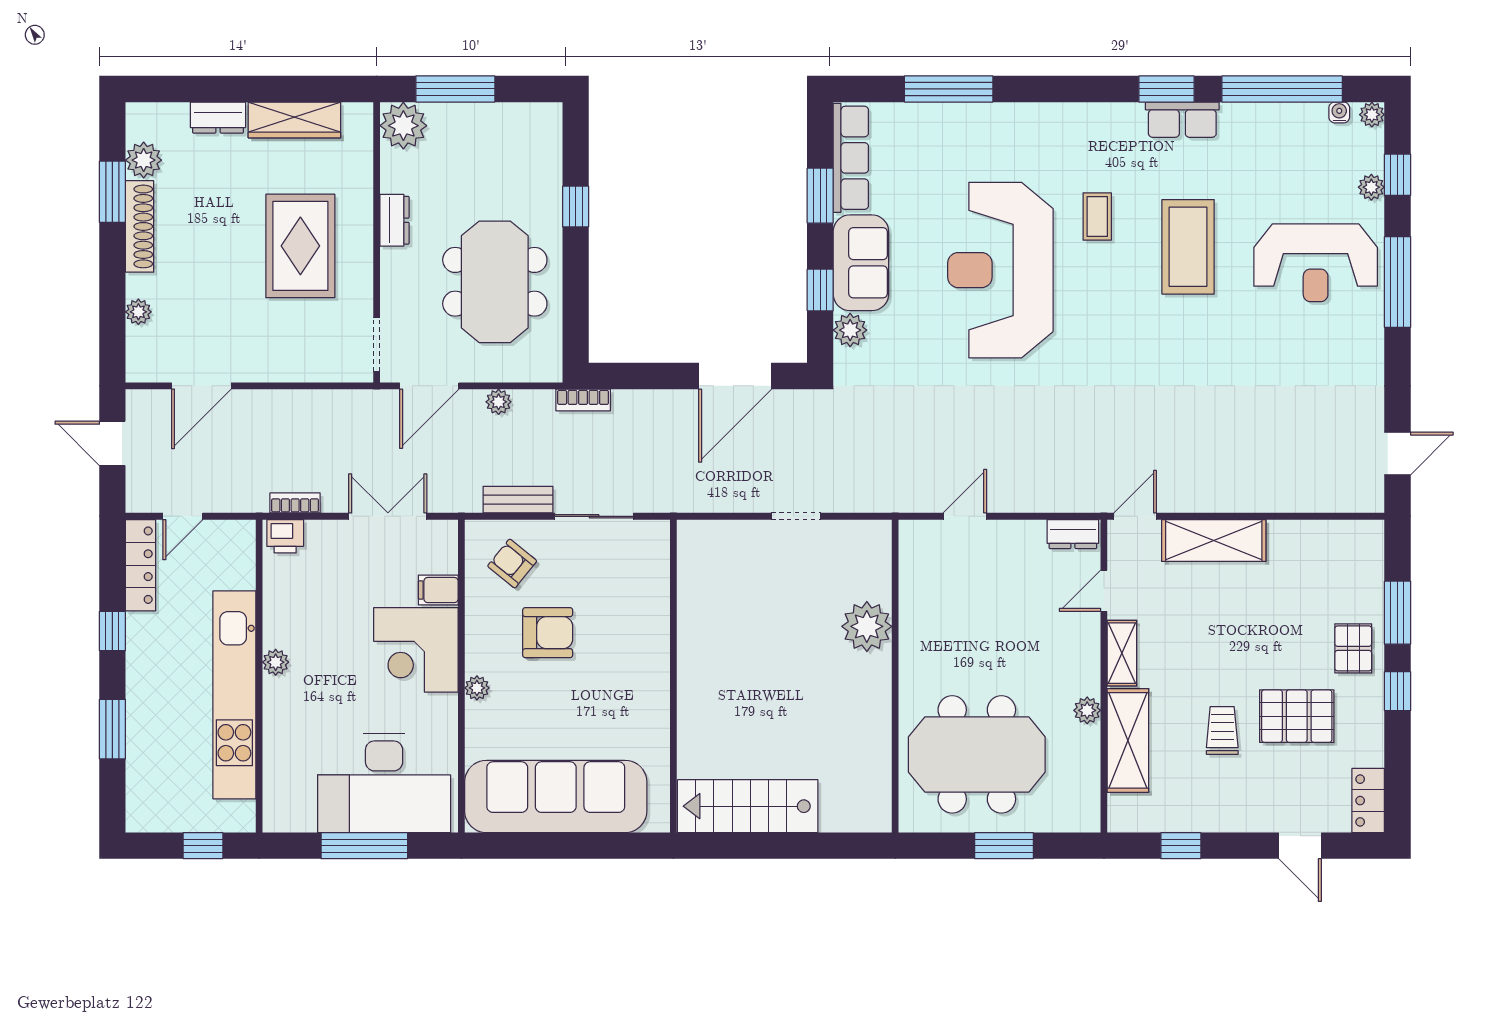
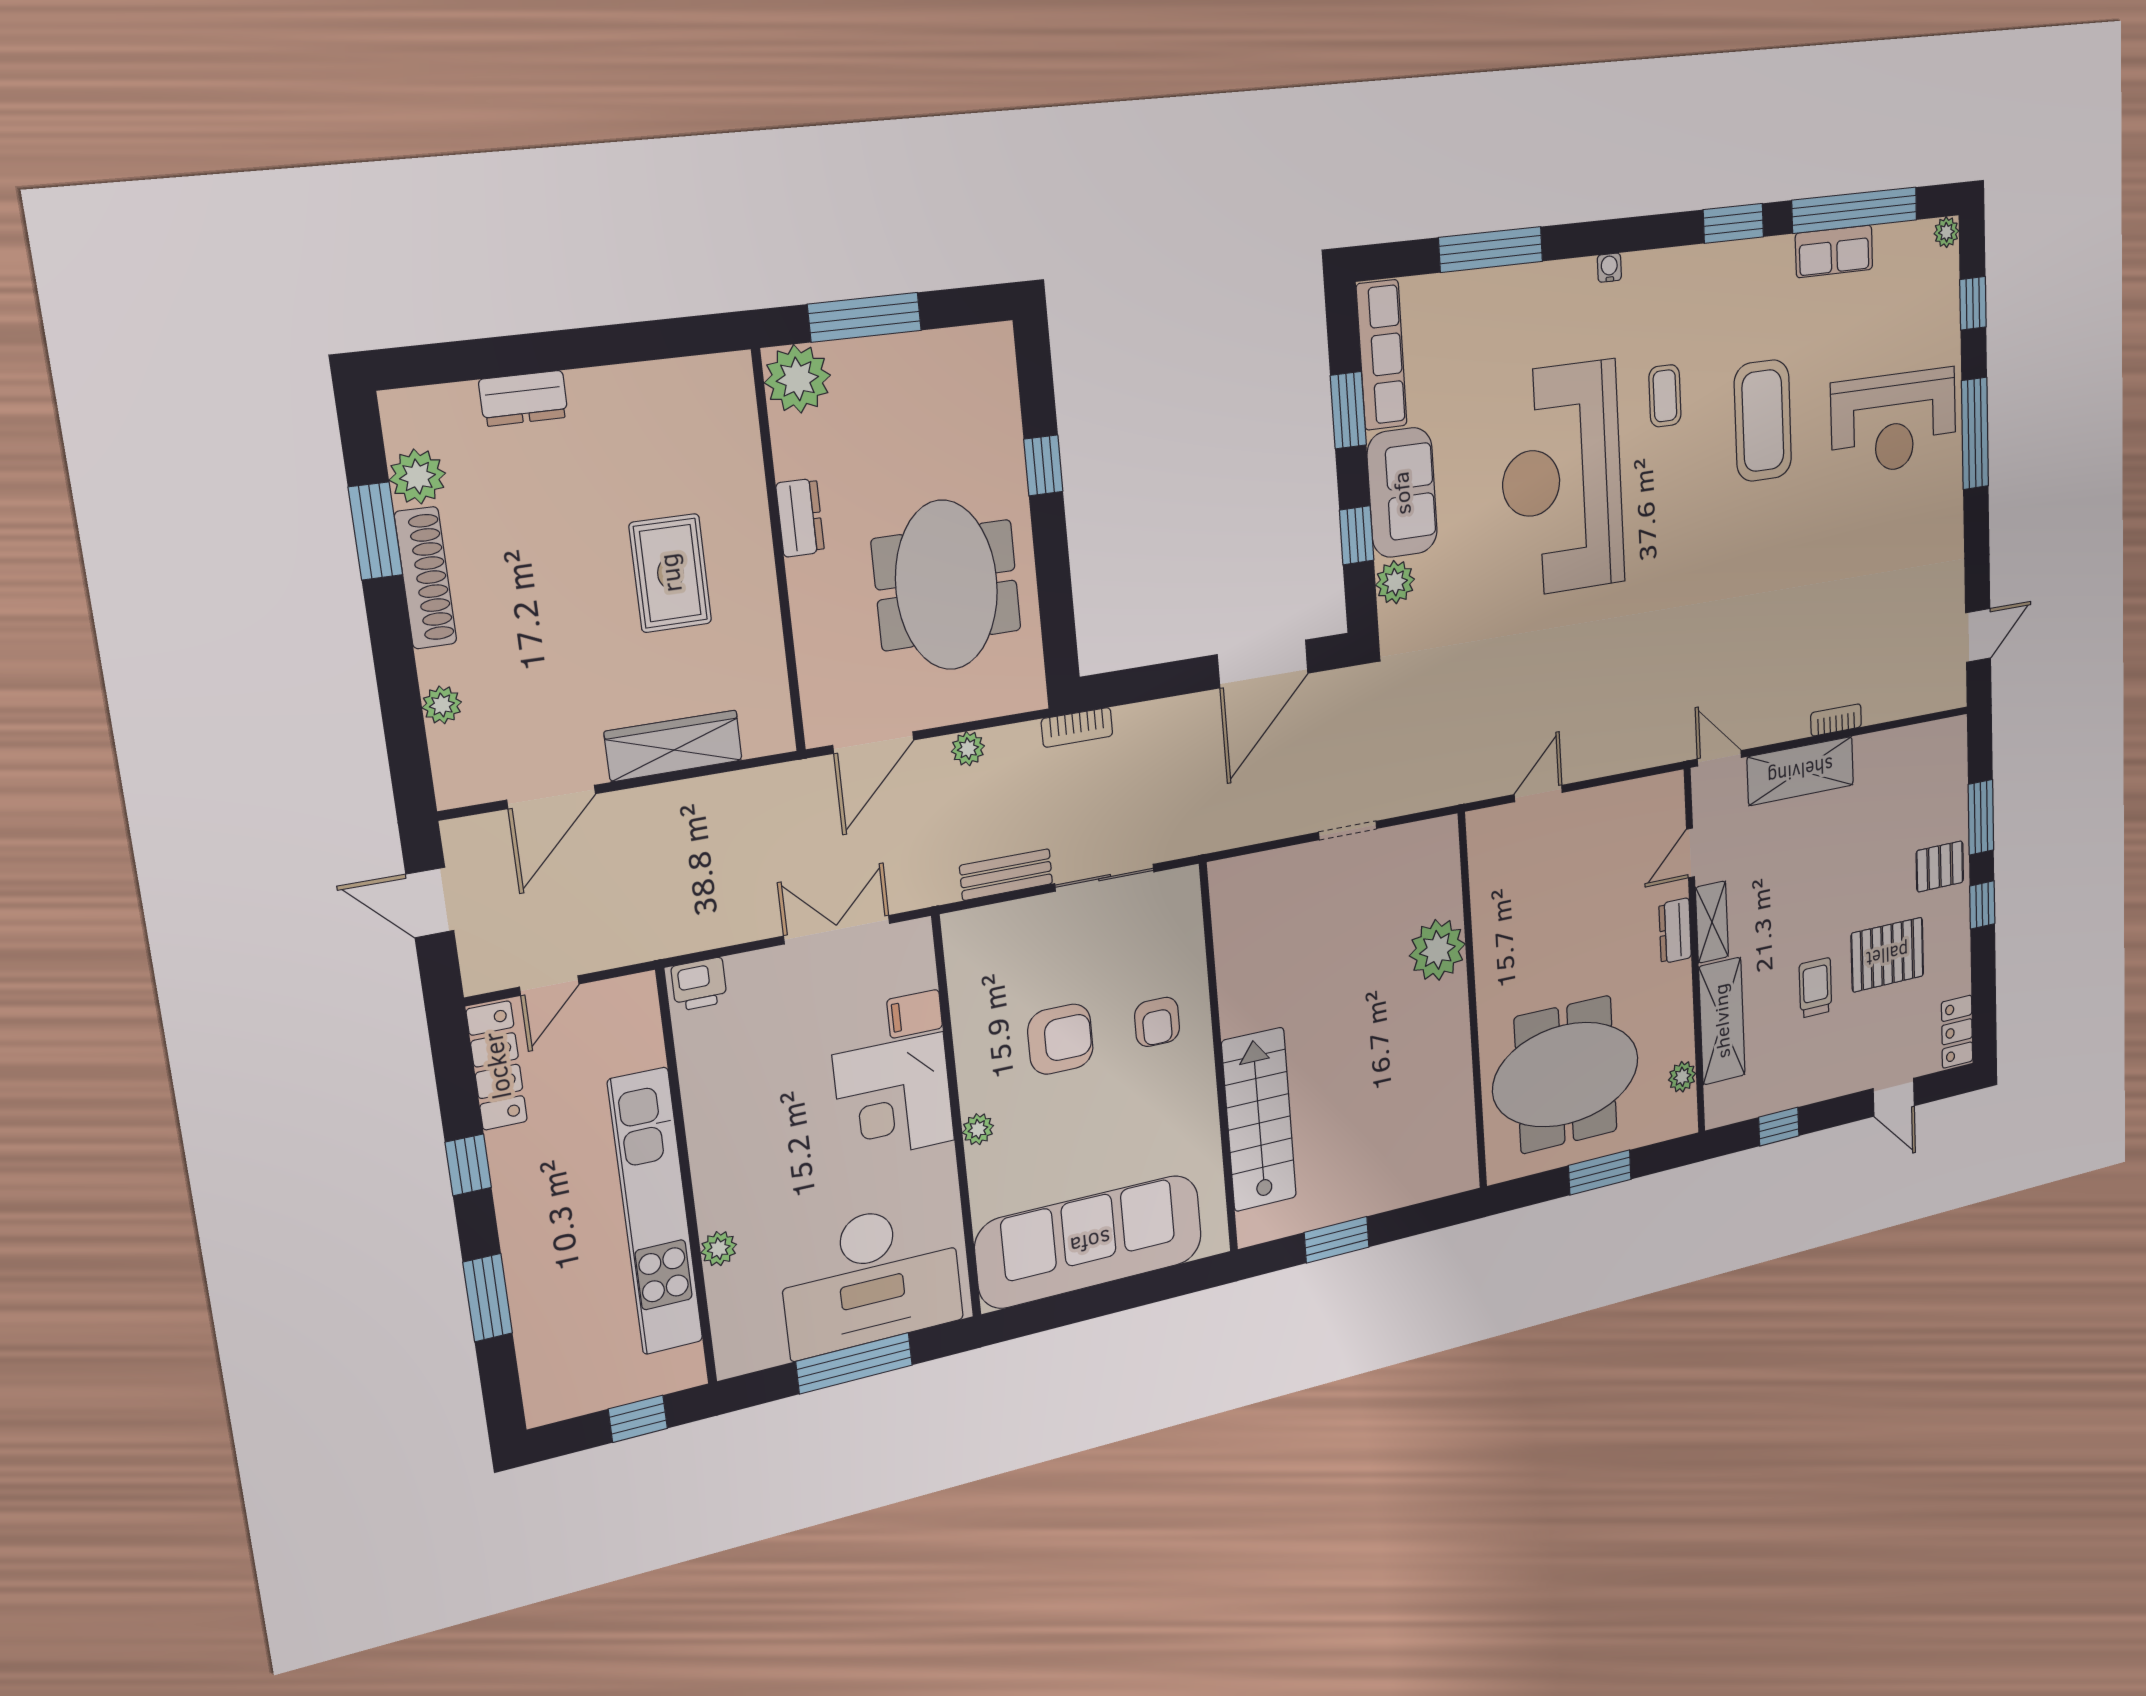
water cooler: (1339, 112) -> (1609, 268), moved
wardrobe: (294, 120) -> (674, 746), moved, turned 180
row of seats: (1182, 120) -> (1834, 251), moved
plant: (1371, 187) -> (1947, 322), removed
rug: (300, 246) -> (670, 573), width x0.73, depth x0.70
doorway: (377, 345) -> (795, 697), removed
bookcase: (295, 503) -> (1836, 720), moved
door: (1135, 516) -> (1719, 758), hinge flipped
dresser: (1073, 534) -> (1675, 931), moved, turned 90
armchair: (512, 563) -> (1157, 1022), moved, turned -129
pallet: (1353, 648) -> (1940, 866), turned 90
plant: (276, 662) -> (719, 1249), moved
plant: (1087, 710) -> (1682, 1077), moved
stairs: (748, 806) -> (1259, 1120), moved, turned 90
window: (762, 846) -> (1337, 1240), added

